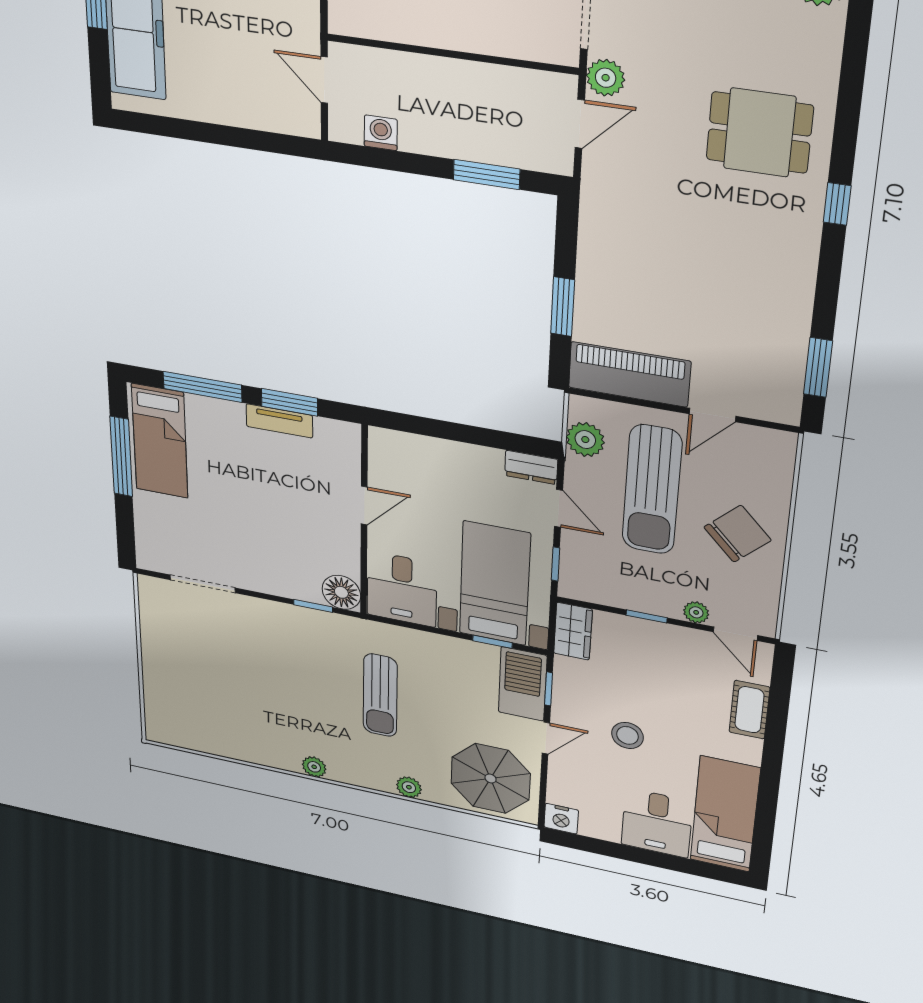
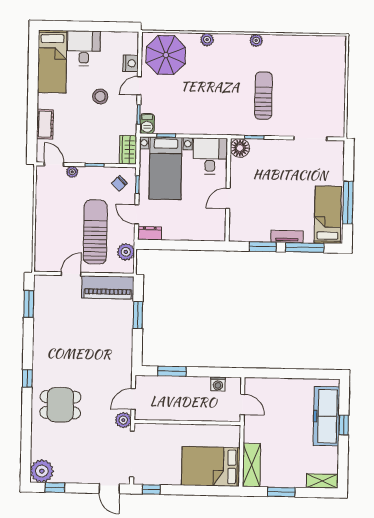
tv unit: (279, 421) -> (287, 237), moved
chair: (737, 534) -> (119, 183), moved, width x0.54, depth x0.54
barbecue: (523, 684) -> (147, 124), width x0.53, depth x0.65
sun lounger: (380, 695) -> (264, 96), moved
nightstand: (561, 819) -> (131, 63), moved, turned 90

